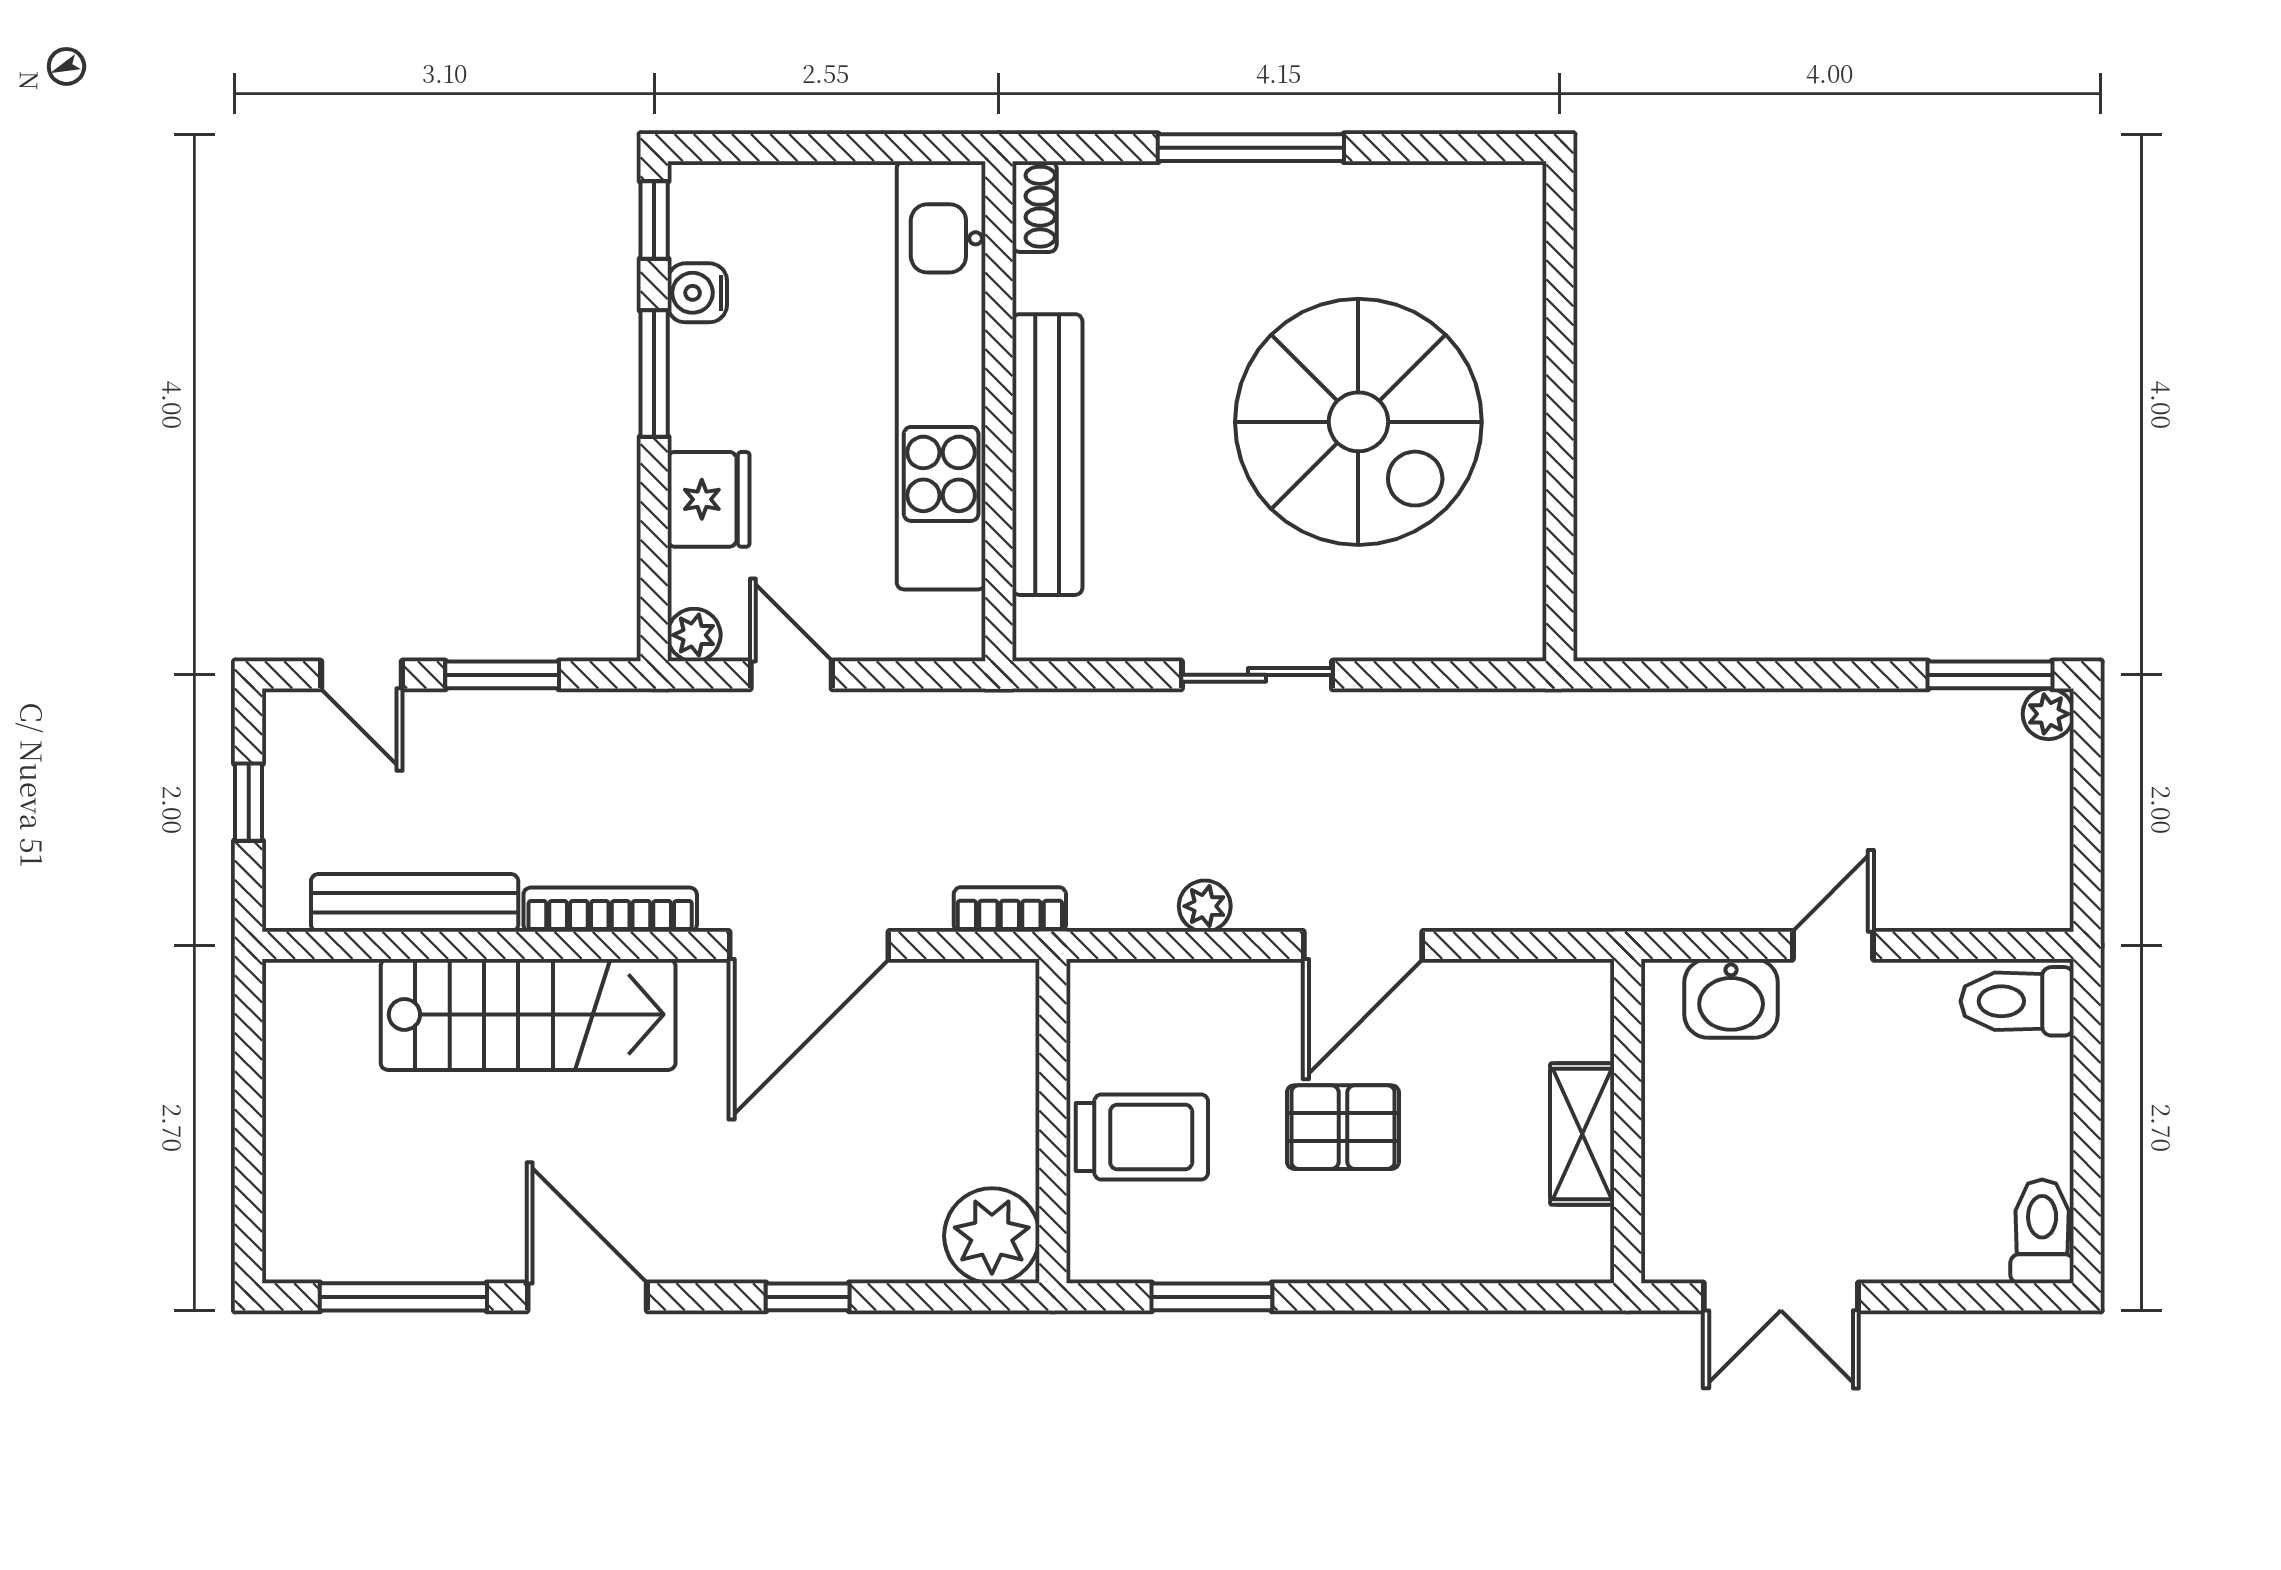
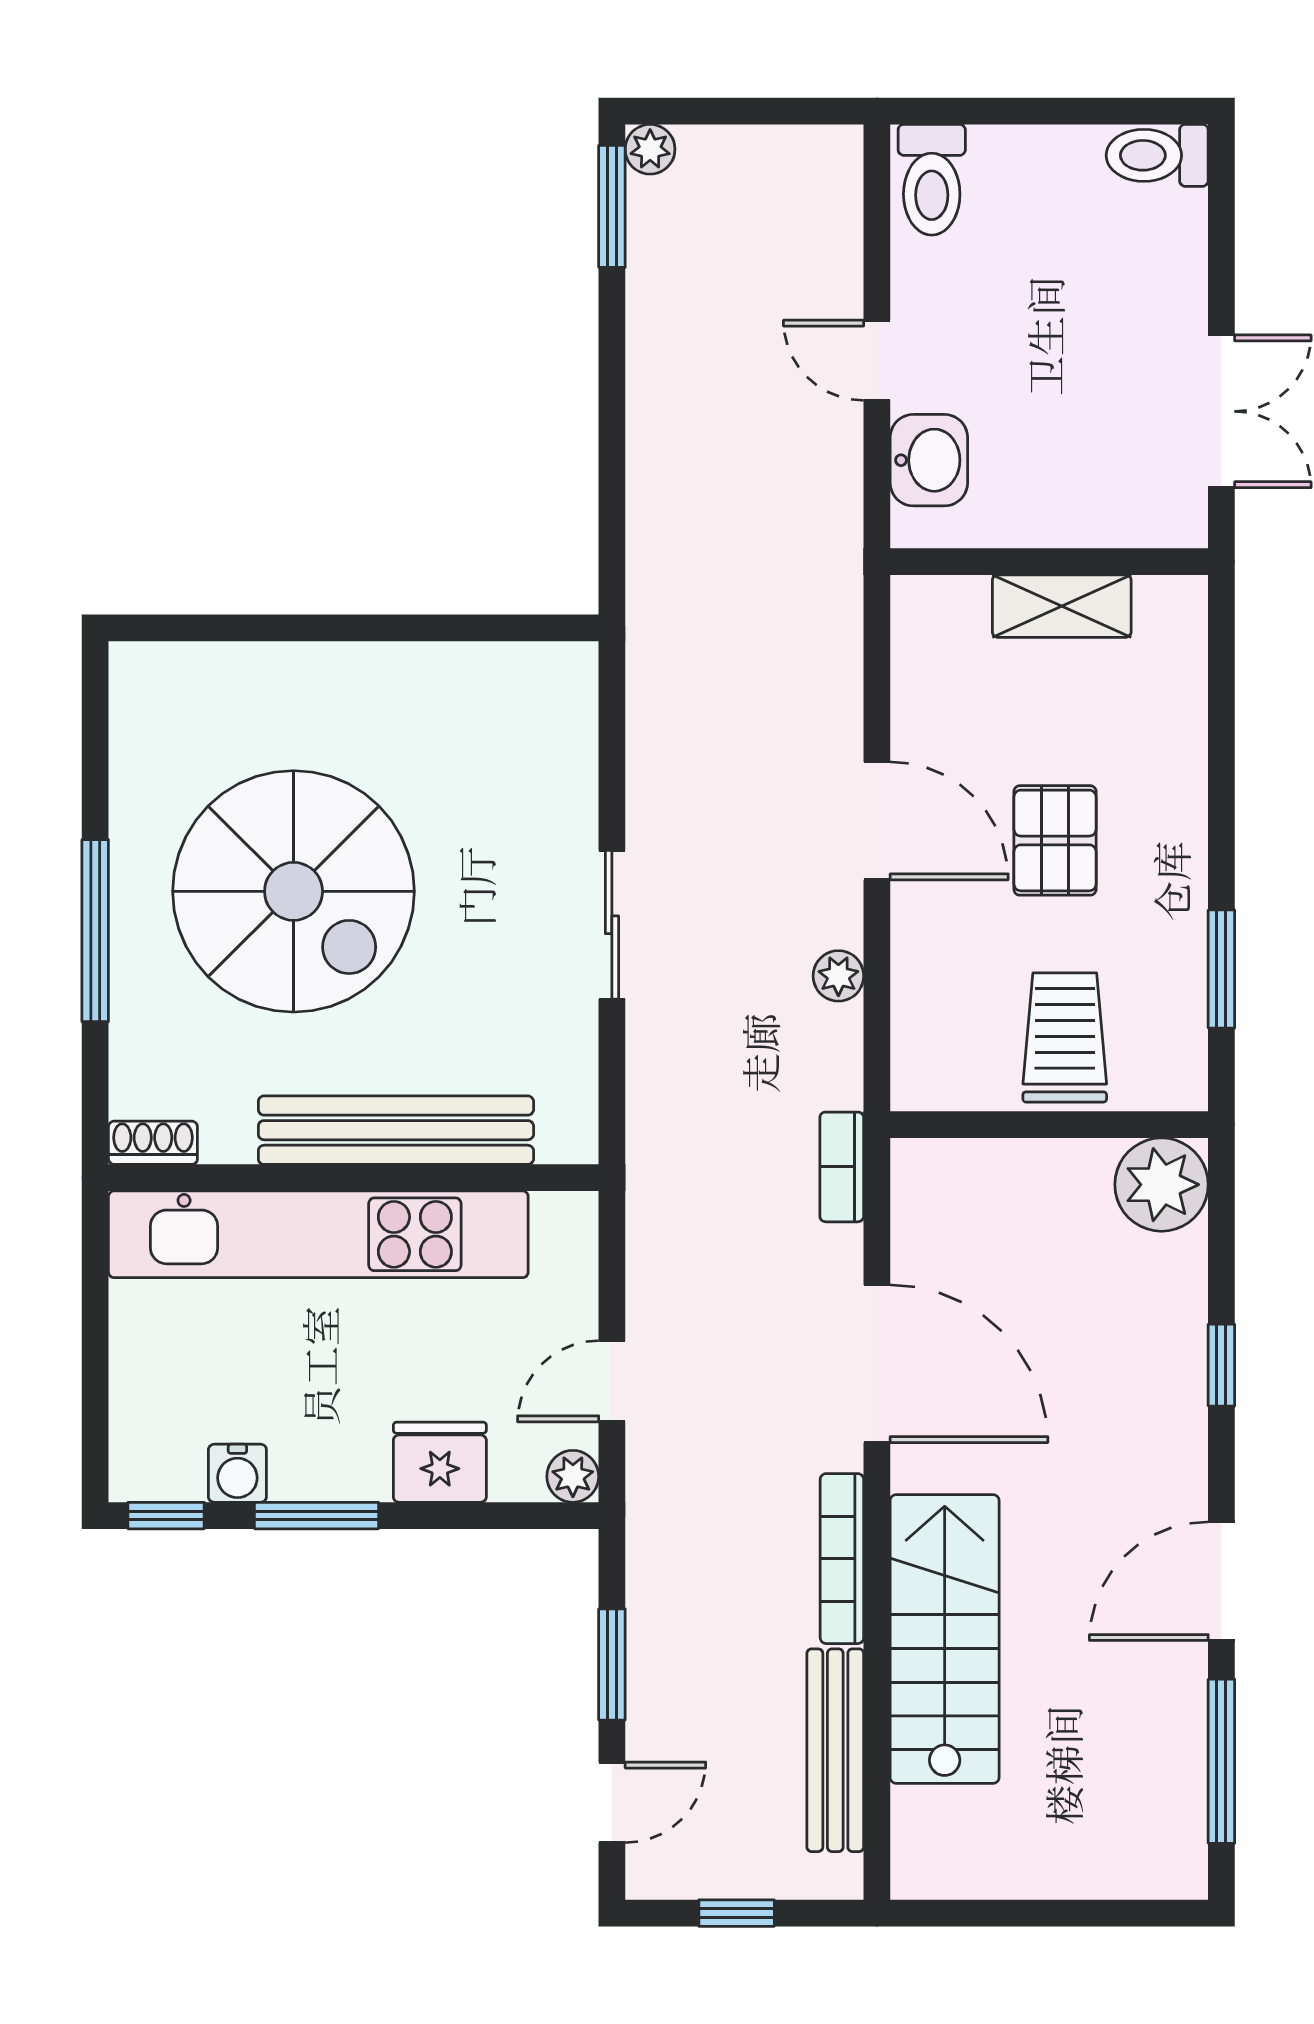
spiral stairs: (1358, 422) -> (294, 891), moved, turned 90

